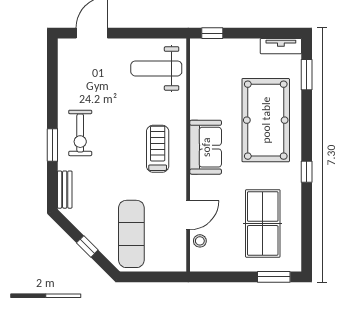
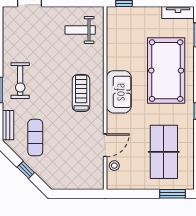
weight bench: (156, 68) -> (80, 30), width x0.73, depth x0.75
exercise mat: (131, 234) -> (35, 138), moved, width x0.73, depth x0.69

